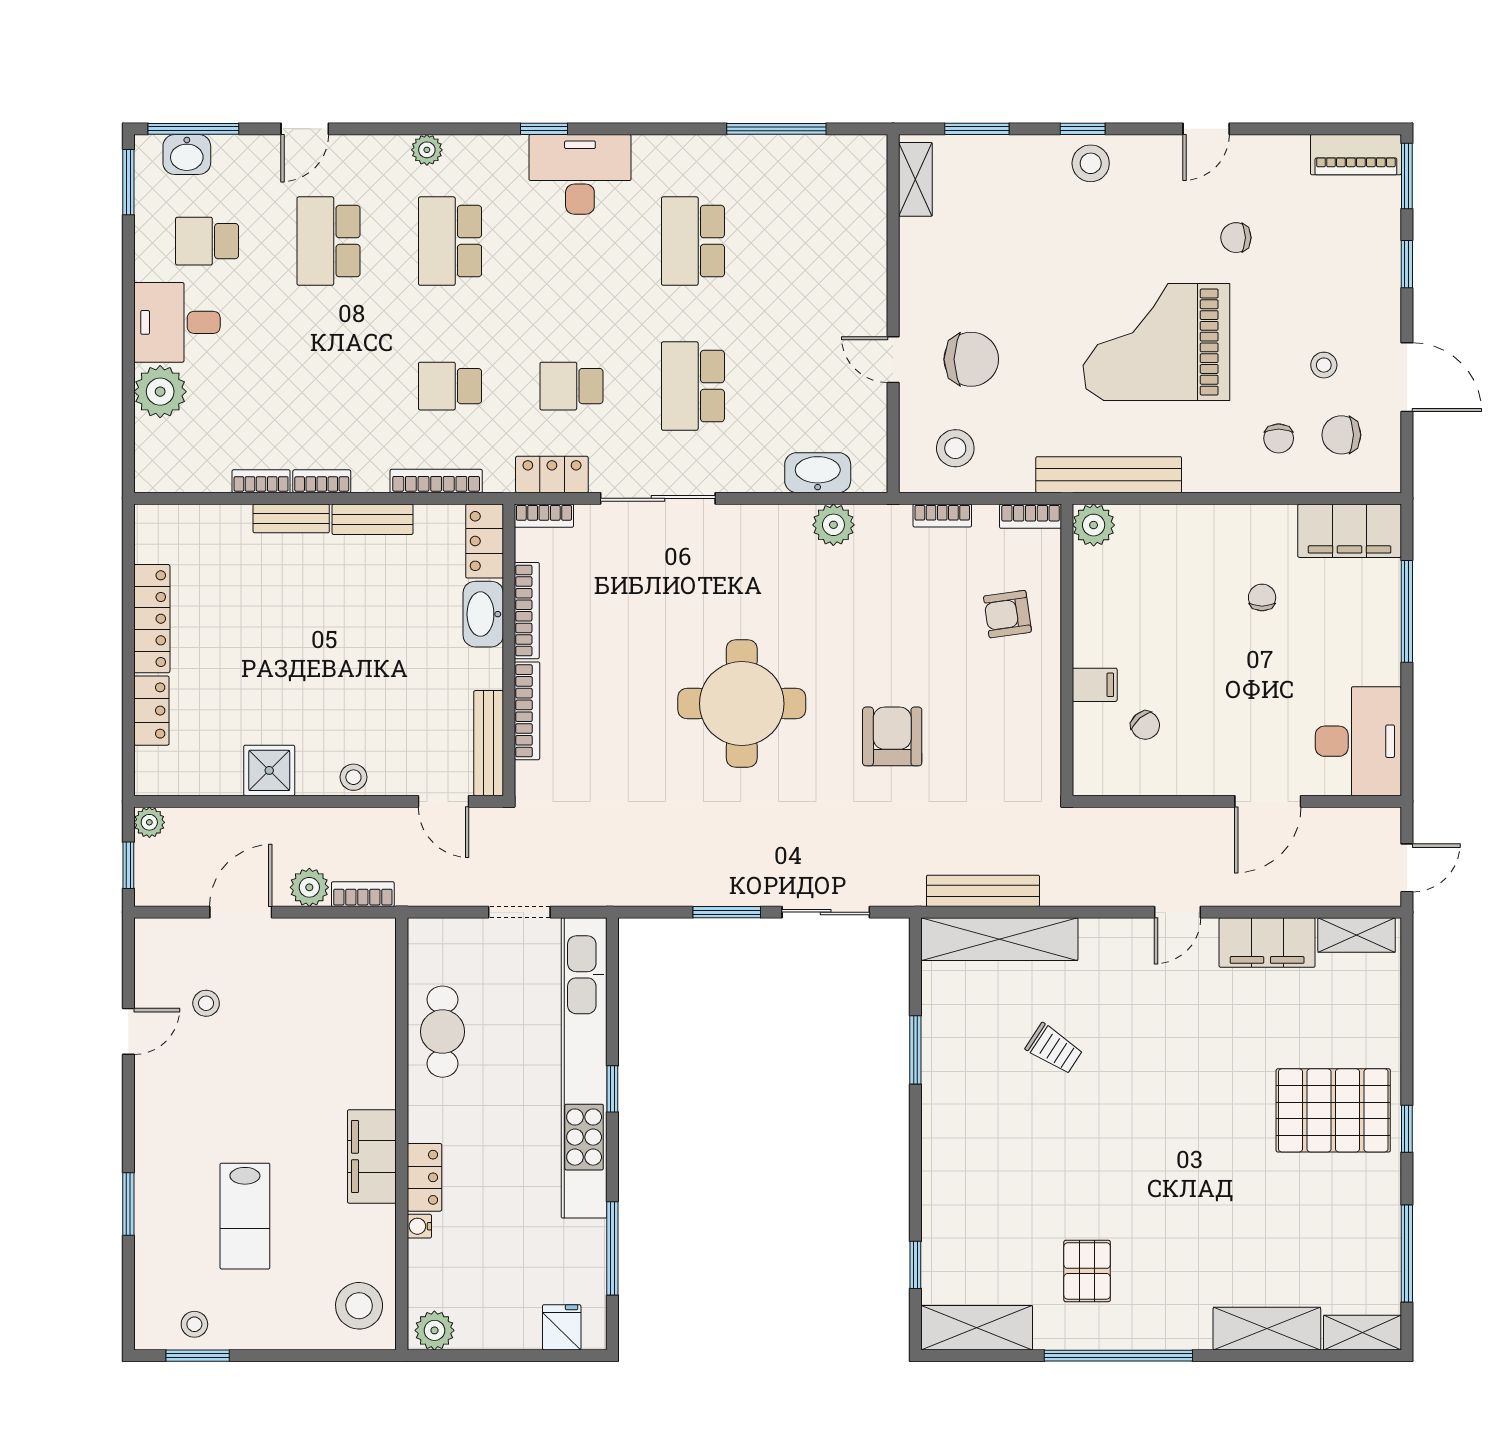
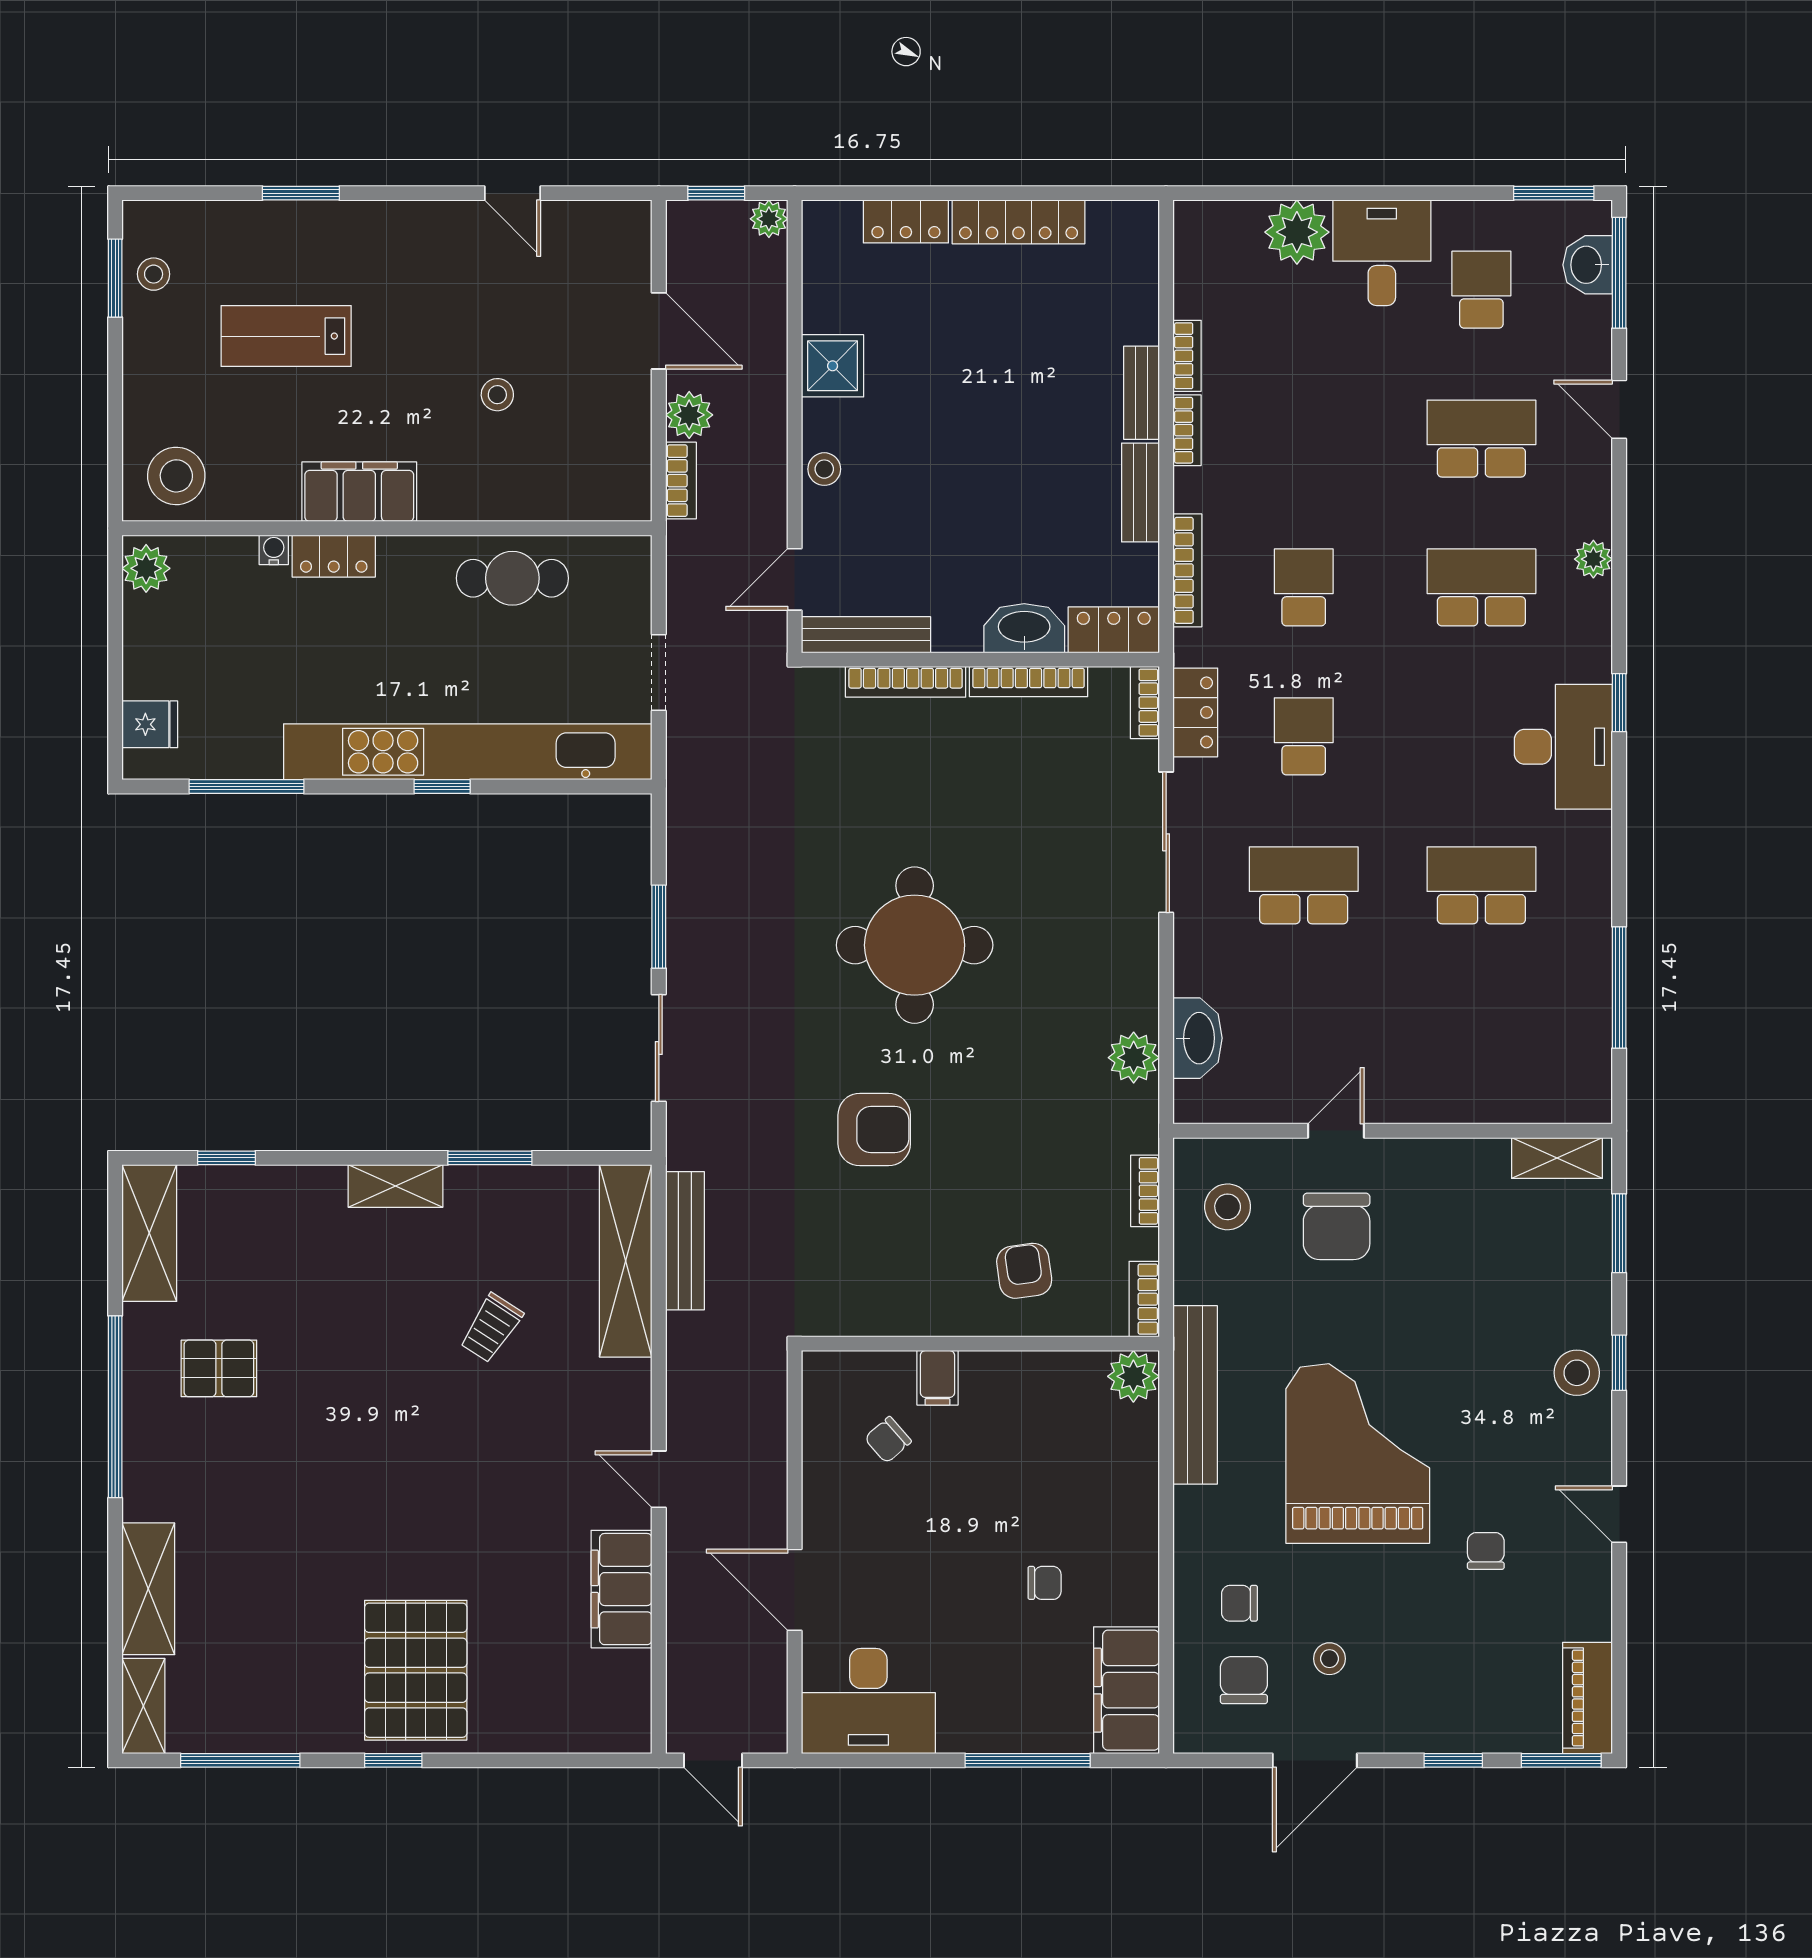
shelving: (1357, 935) -> (396, 1186), moved, turned 90
stool: (206, 1003) -> (497, 395), moved

